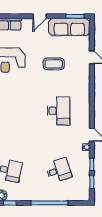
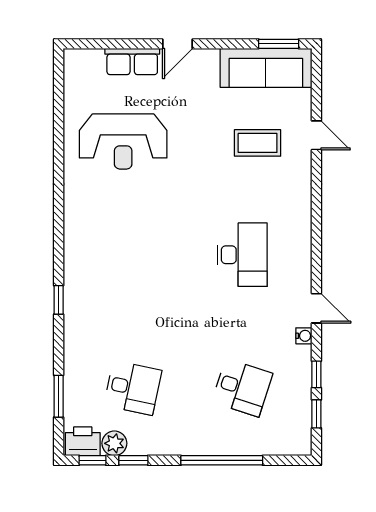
door: (40, 16) -> (178, 44), moved
coffee table: (54, 64) -> (258, 143), moved
desk: (59, 170) -> (242, 388), turned 36

